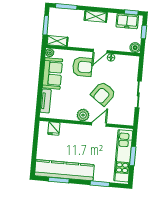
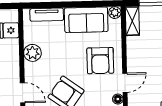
door: (100, 51) -> (125, 83), swing flipped
plant: (83, 115) -> (32, 53), moved

